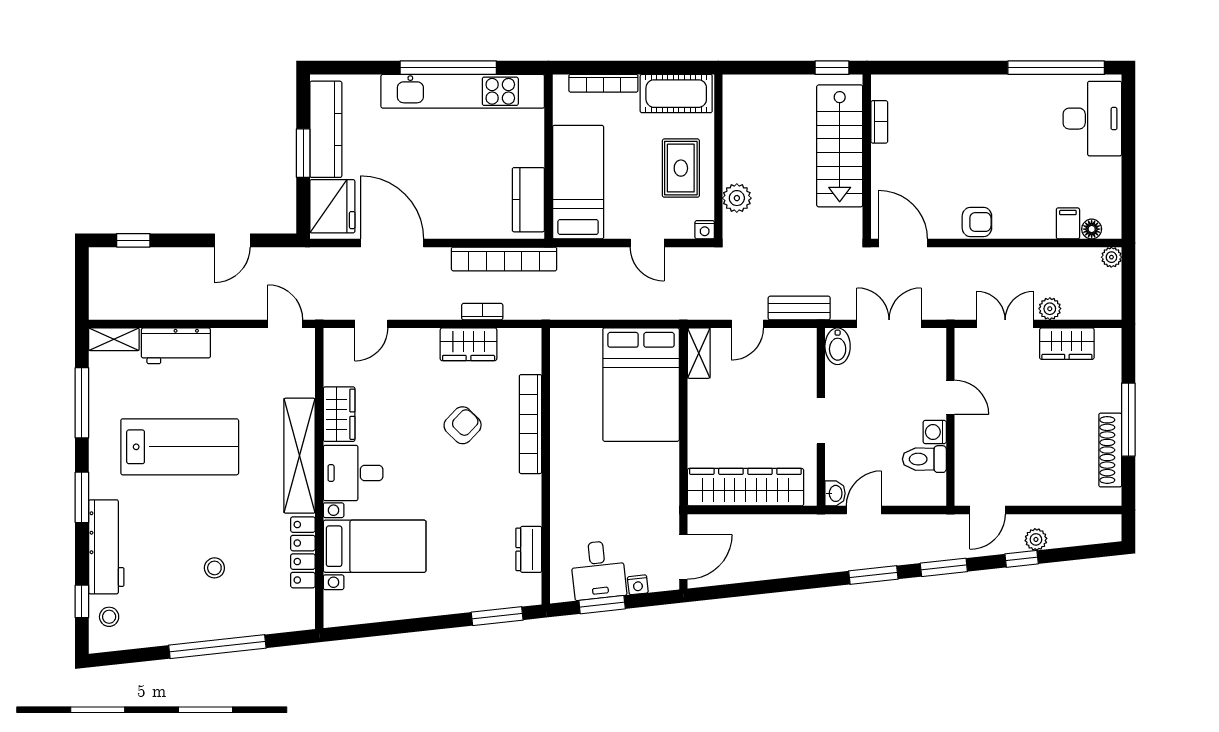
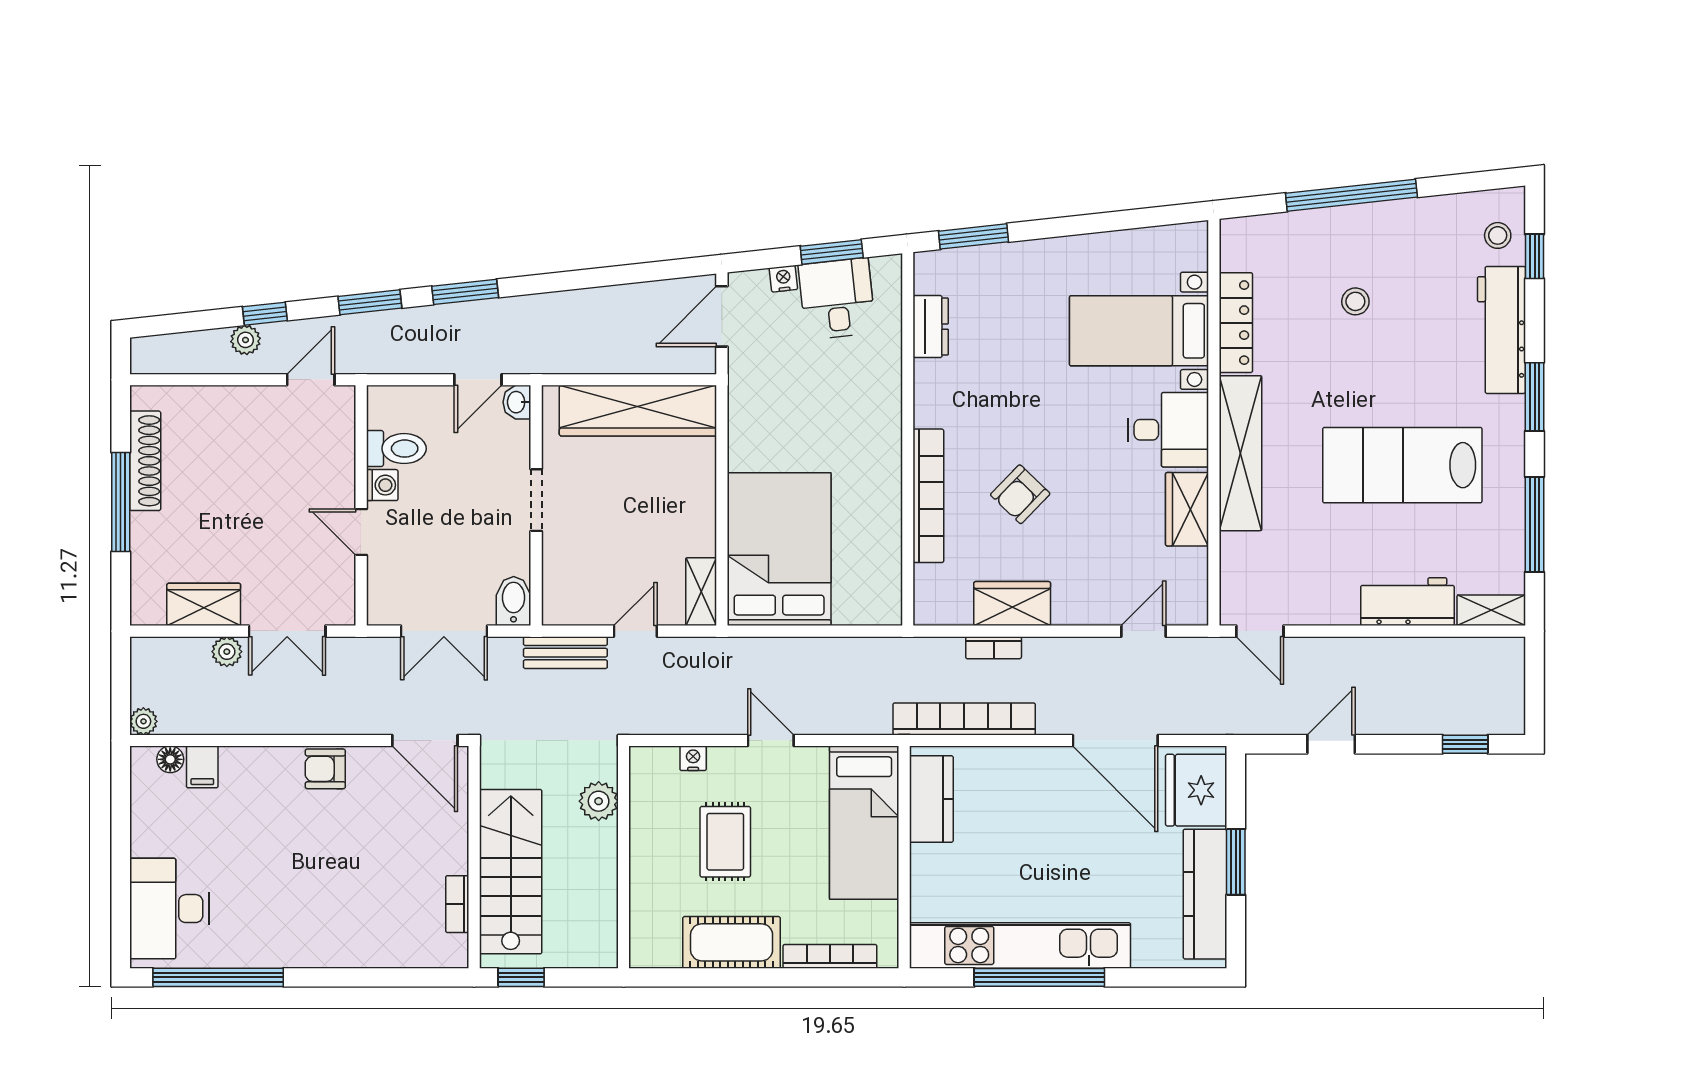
wall: (718, 157) -> (624, 857), moved
plant: (737, 198) -> (599, 801), moved

